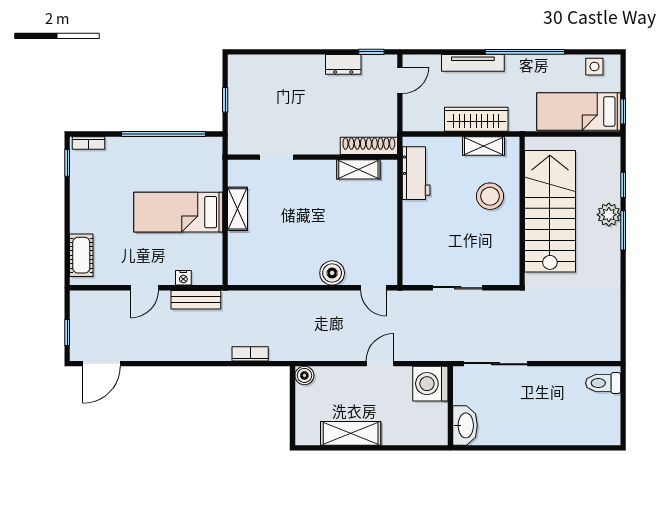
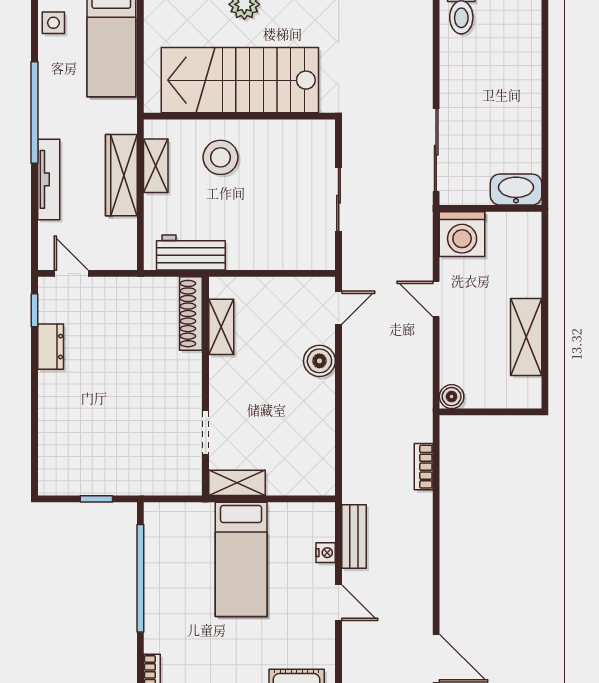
shoe rack: (369, 146) -> (191, 314), moved
doorway: (276, 157) -> (206, 433), moved
wall: (313, 157) -> (206, 386), moved
shelving: (358, 169) -> (221, 327), moved

